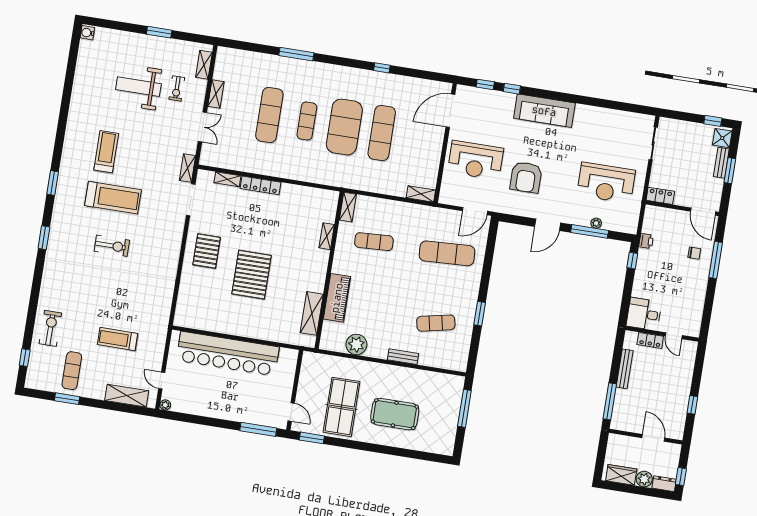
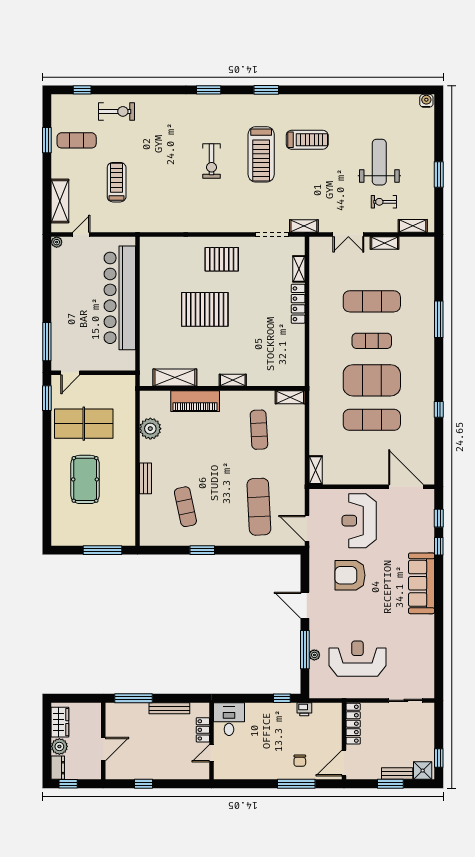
reception desk: (606, 183) -> (357, 659), turned 90
locker: (660, 196) -> (353, 724), width x1.53
shelving: (327, 236) -> (233, 380), moved

